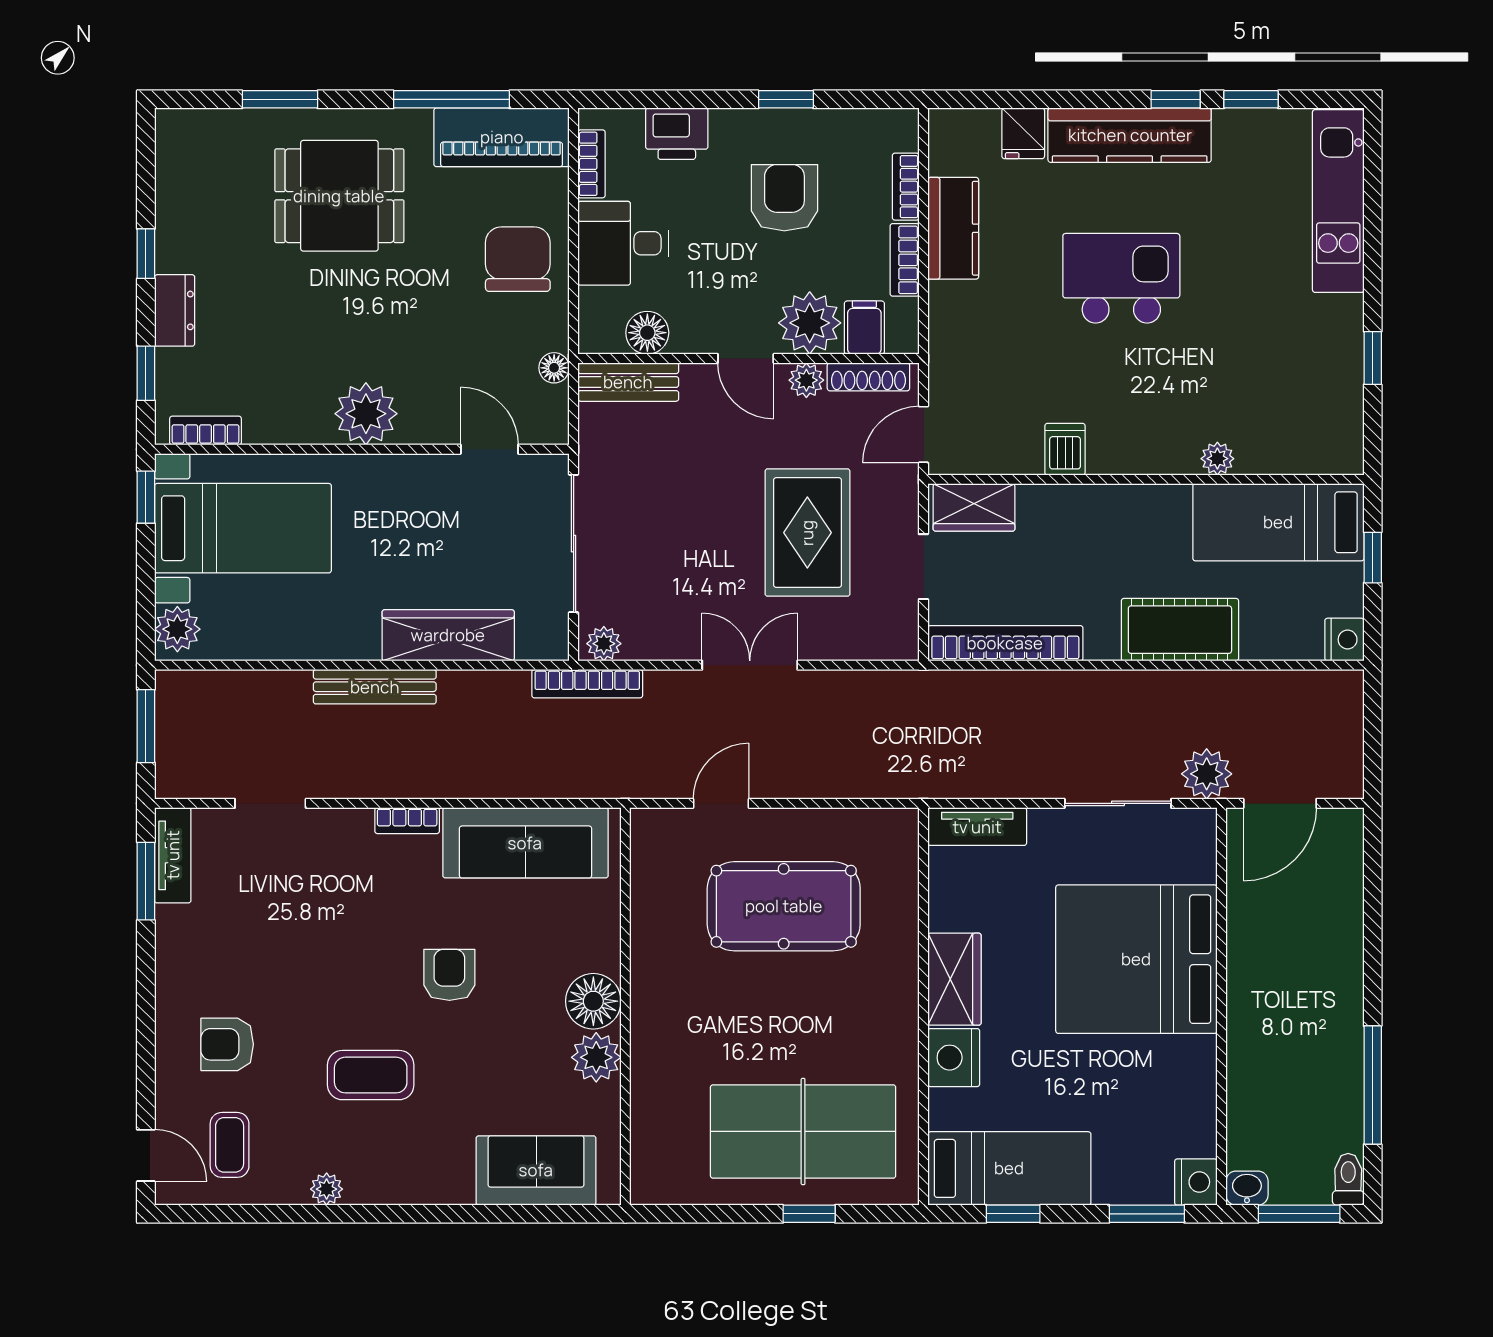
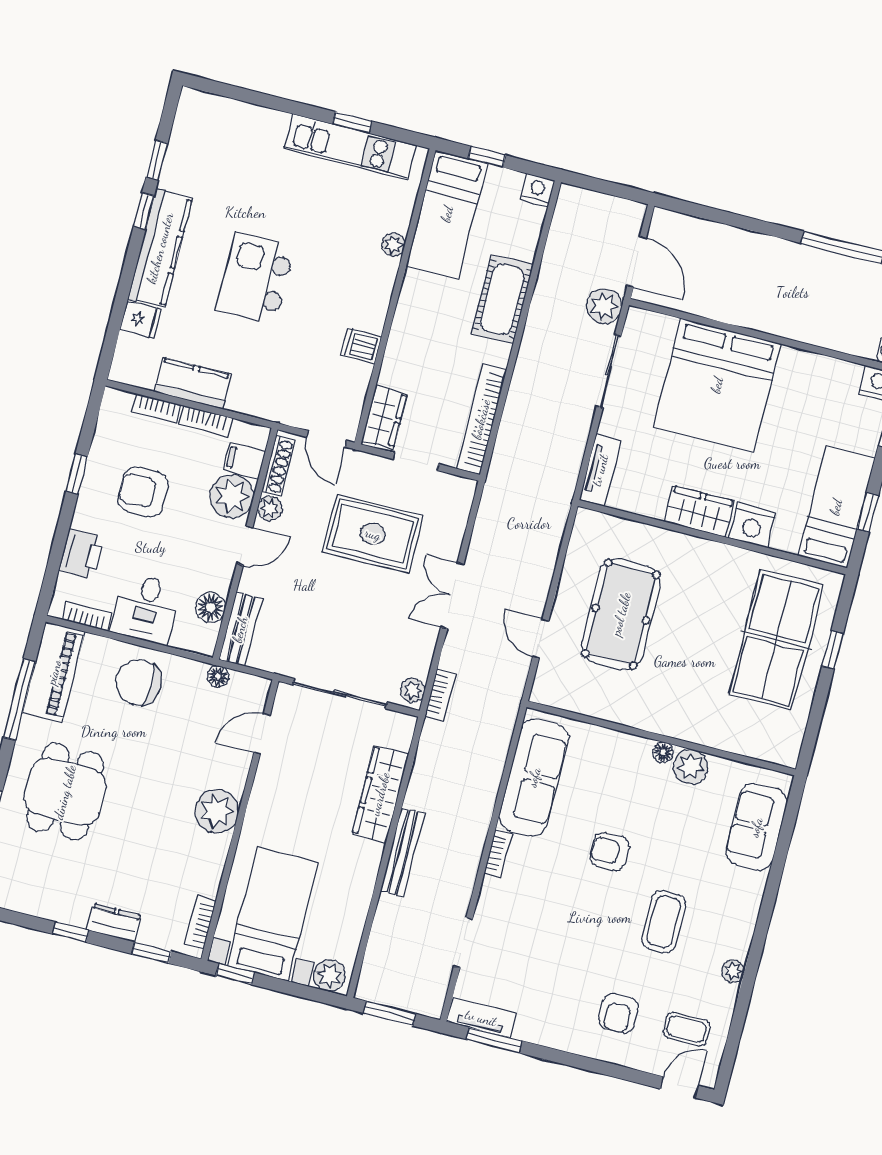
kitchen unit: (1338, 201) -> (350, 147), moved
bookcase: (587, 684) -> (440, 695), width x0.64
floor lamp: (593, 1001) -> (663, 752), width x0.53, depth x0.53

